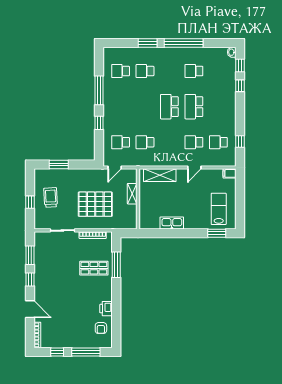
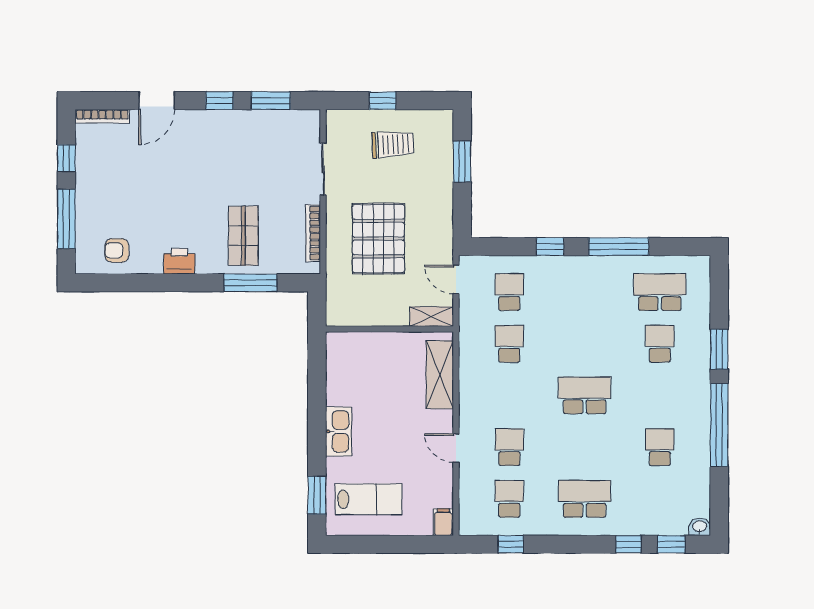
school desk: (121, 71) -> (660, 292), width x1.85
school desk: (194, 107) -> (585, 499), moved
shelving: (132, 194) -> (432, 317), moved
kitchen sink: (172, 223) -> (339, 431), moved
printer: (106, 309) -> (179, 261), moved

